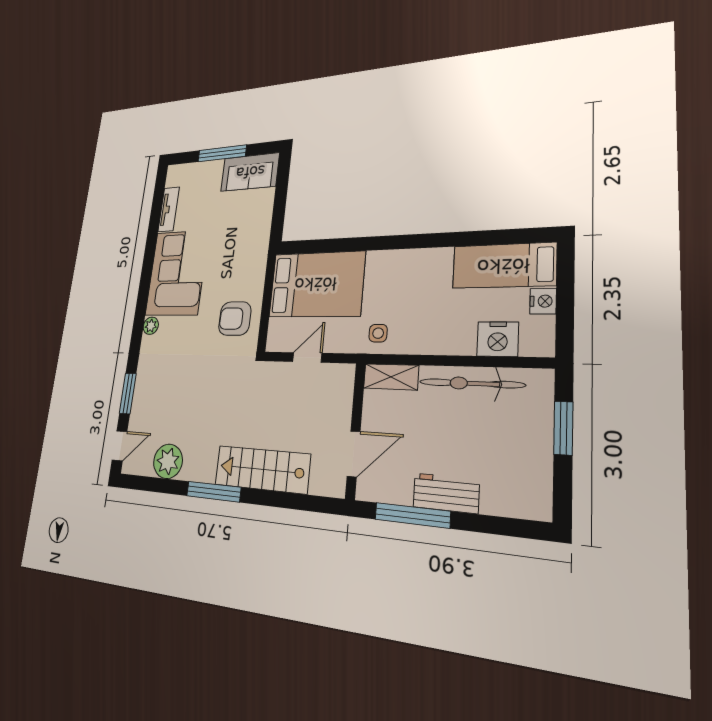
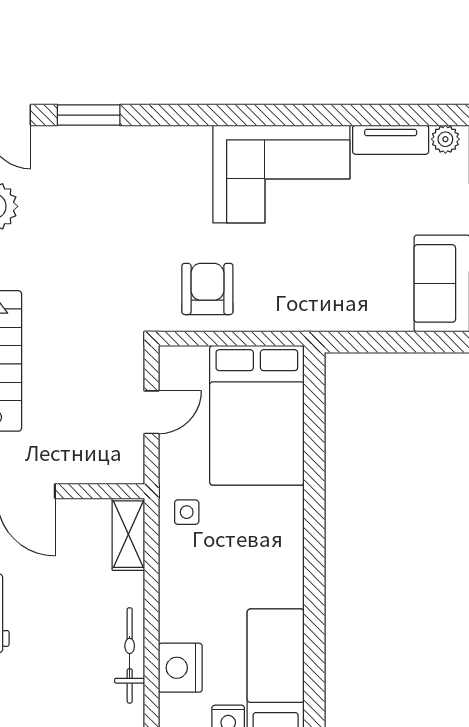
plant: (151, 326) -> (445, 139), moved
door: (307, 357) -> (152, 412), hinge flipped
bicycle: (471, 383) -> (130, 655), width x0.73, depth x0.71

